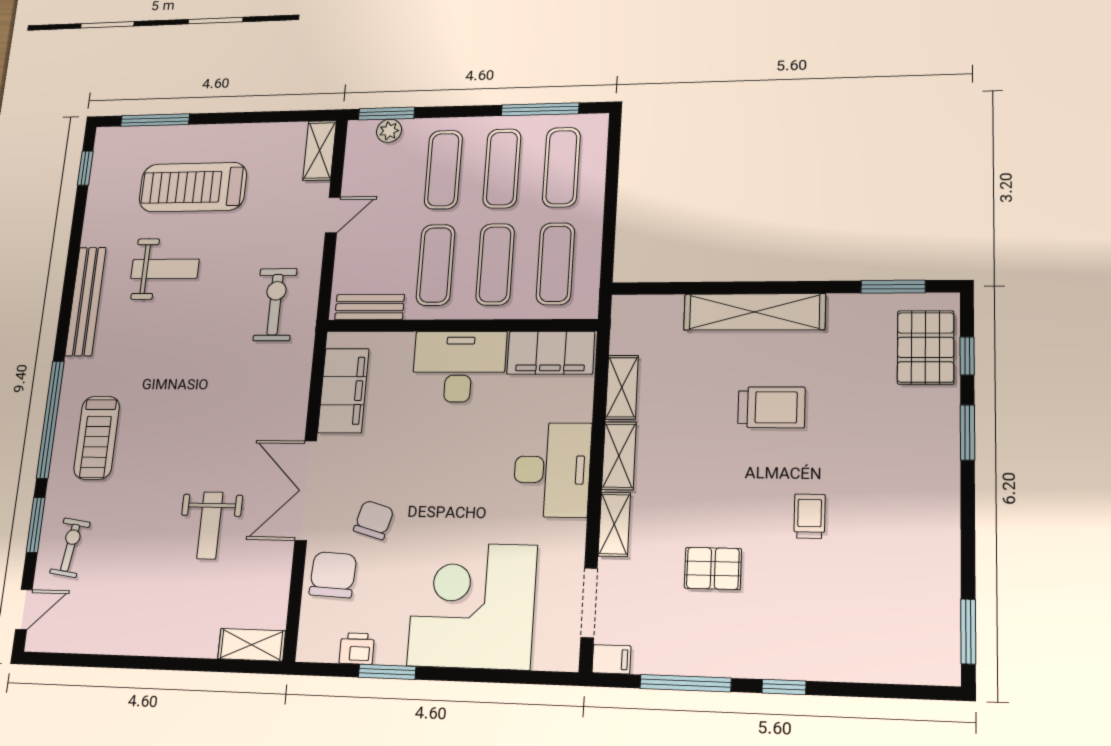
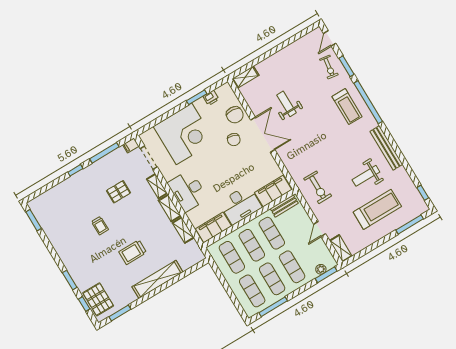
filing cabinet: (343, 391) -> (273, 191), moved, turned 90
treadmill: (97, 438) -> (347, 107), turned 180

